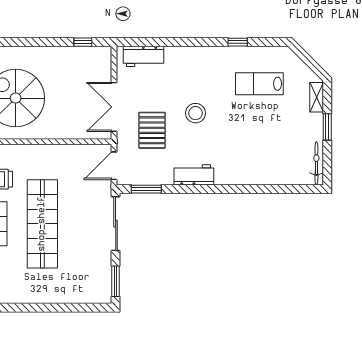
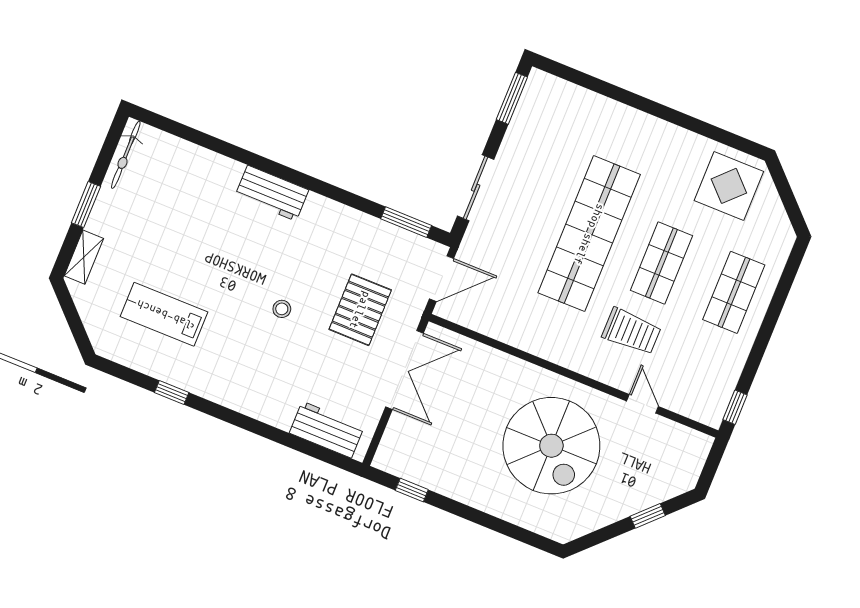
lab bench: (259, 84) -> (164, 314), turned 180
stool: (196, 113) -> (282, 309), width x0.53, depth x0.53
workbench: (194, 175) -> (272, 193), moved
sliding door: (116, 224) -> (476, 188), width x0.73

